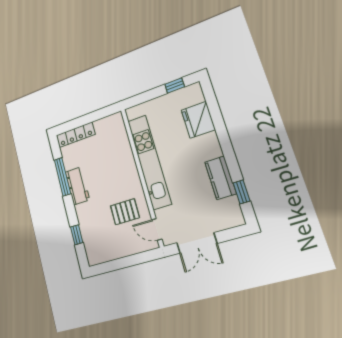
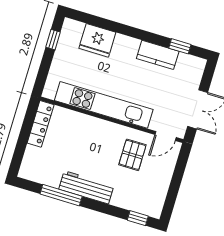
locker: (76, 135) -> (41, 124), moved
workbench: (77, 186) -> (86, 187), width x1.37
window: (77, 235) -> (138, 218), moved

